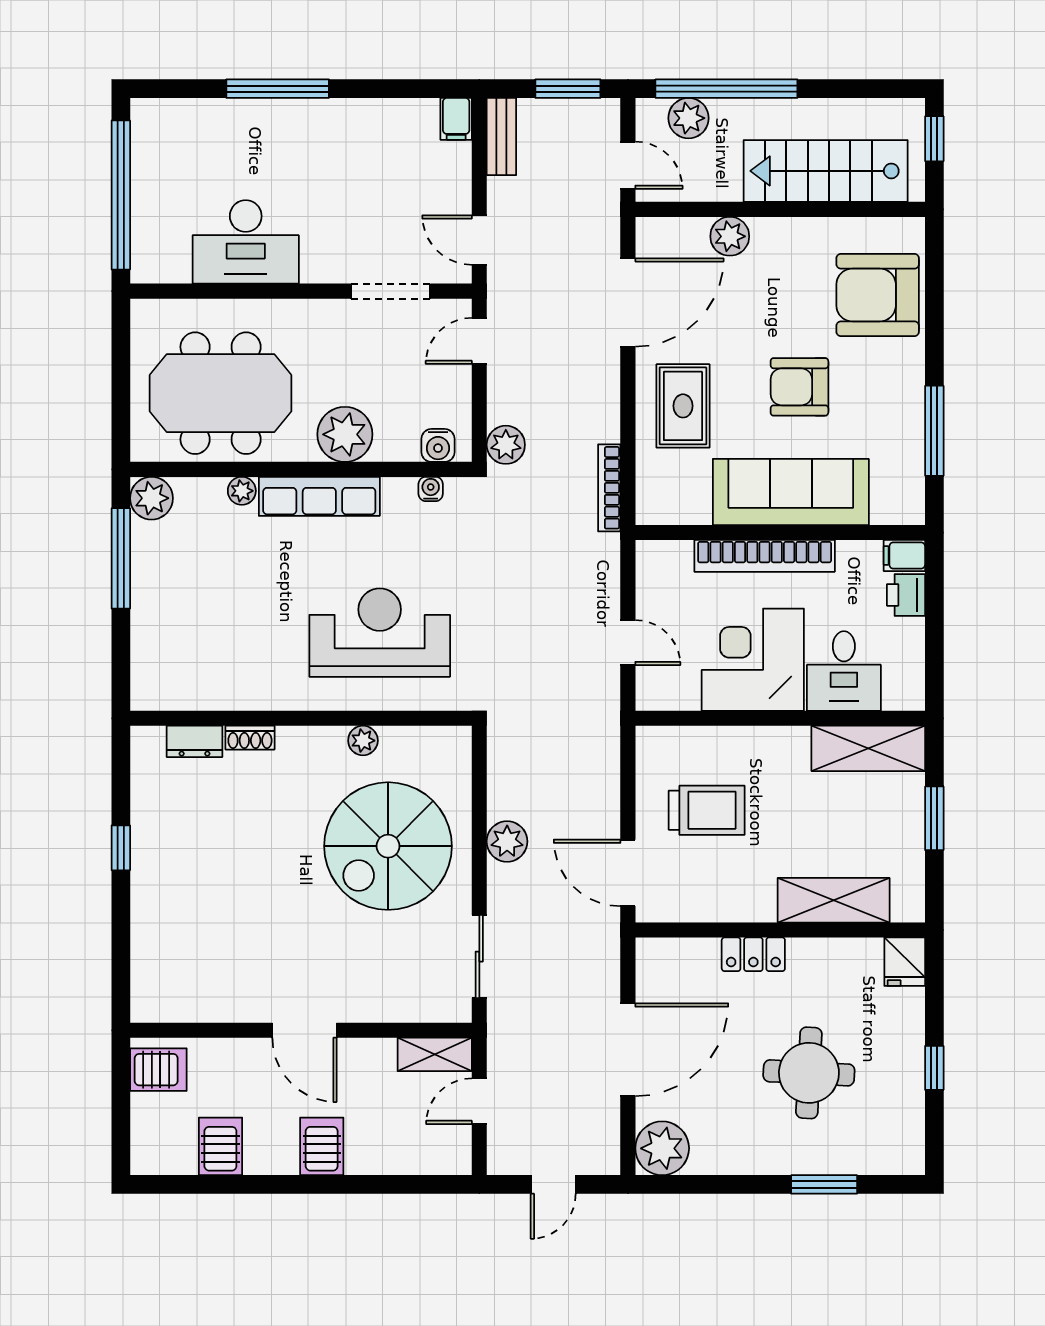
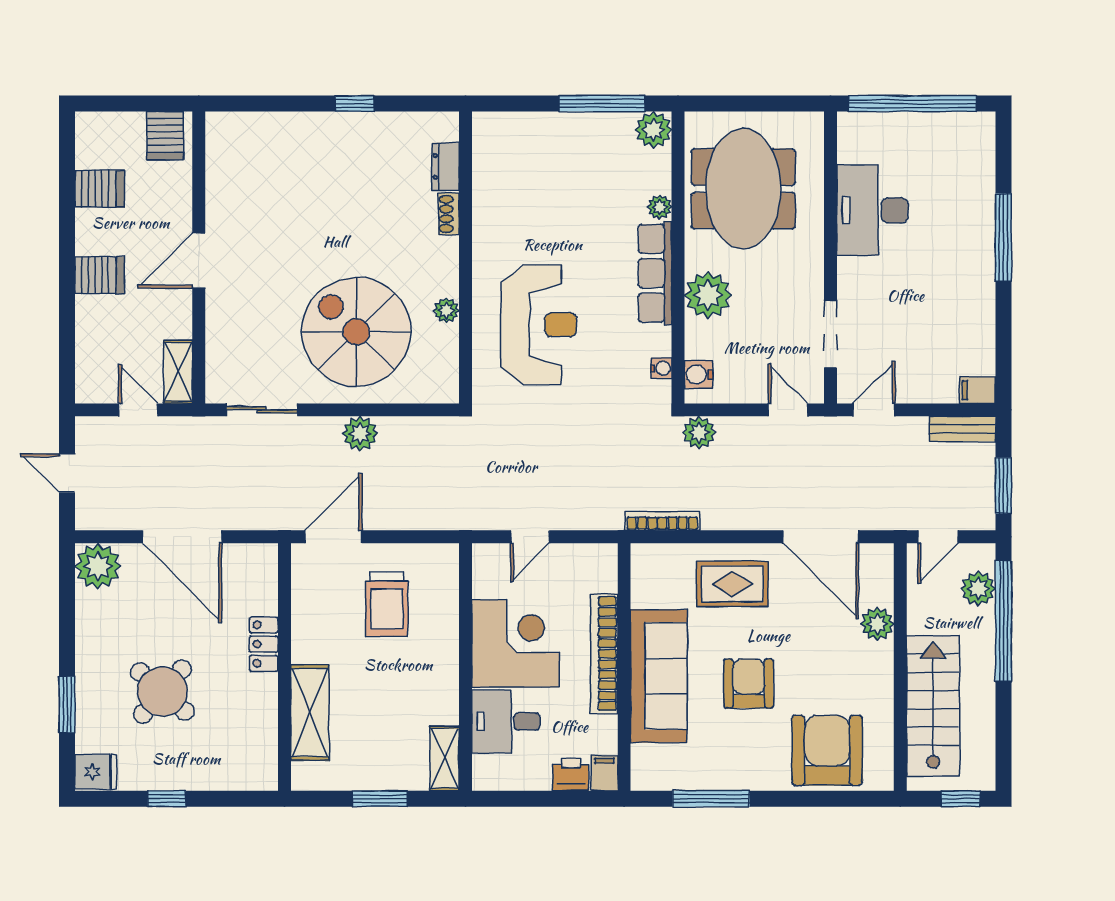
shelving: (868, 748) -> (445, 758), width x0.67, depth x0.75
fridge: (905, 962) -> (96, 772), moved, turned 180
round table: (809, 1073) -> (162, 692), turned 38

